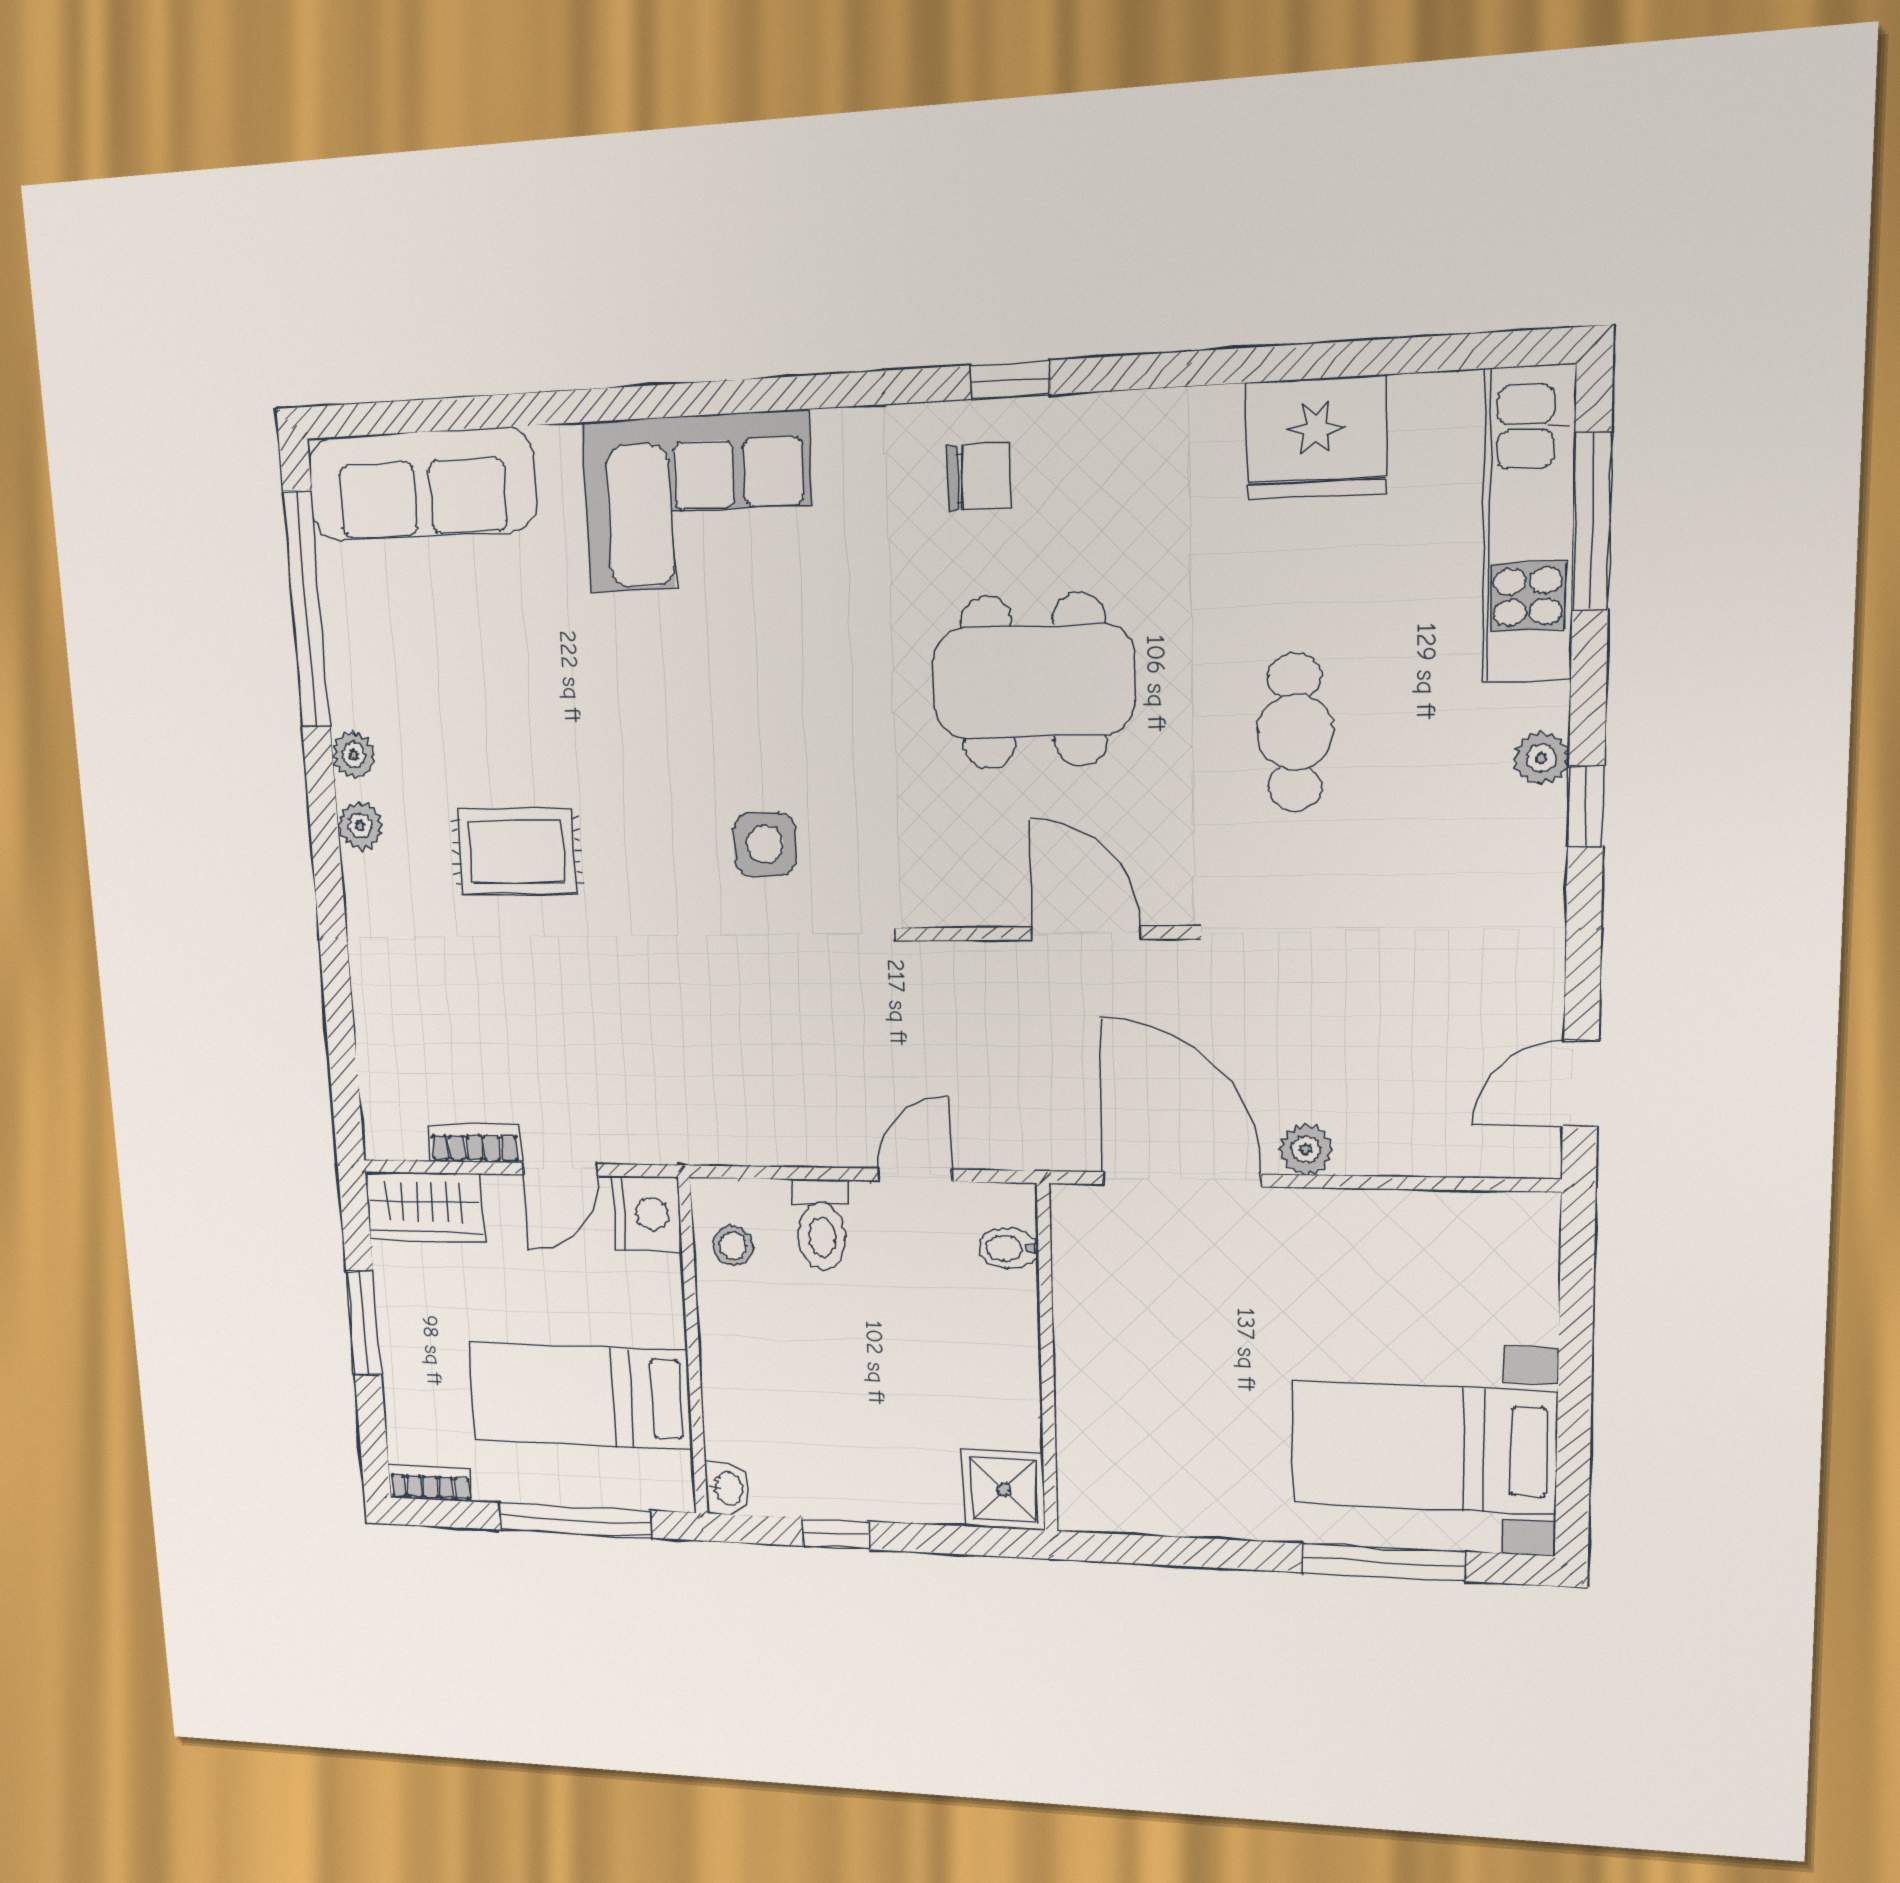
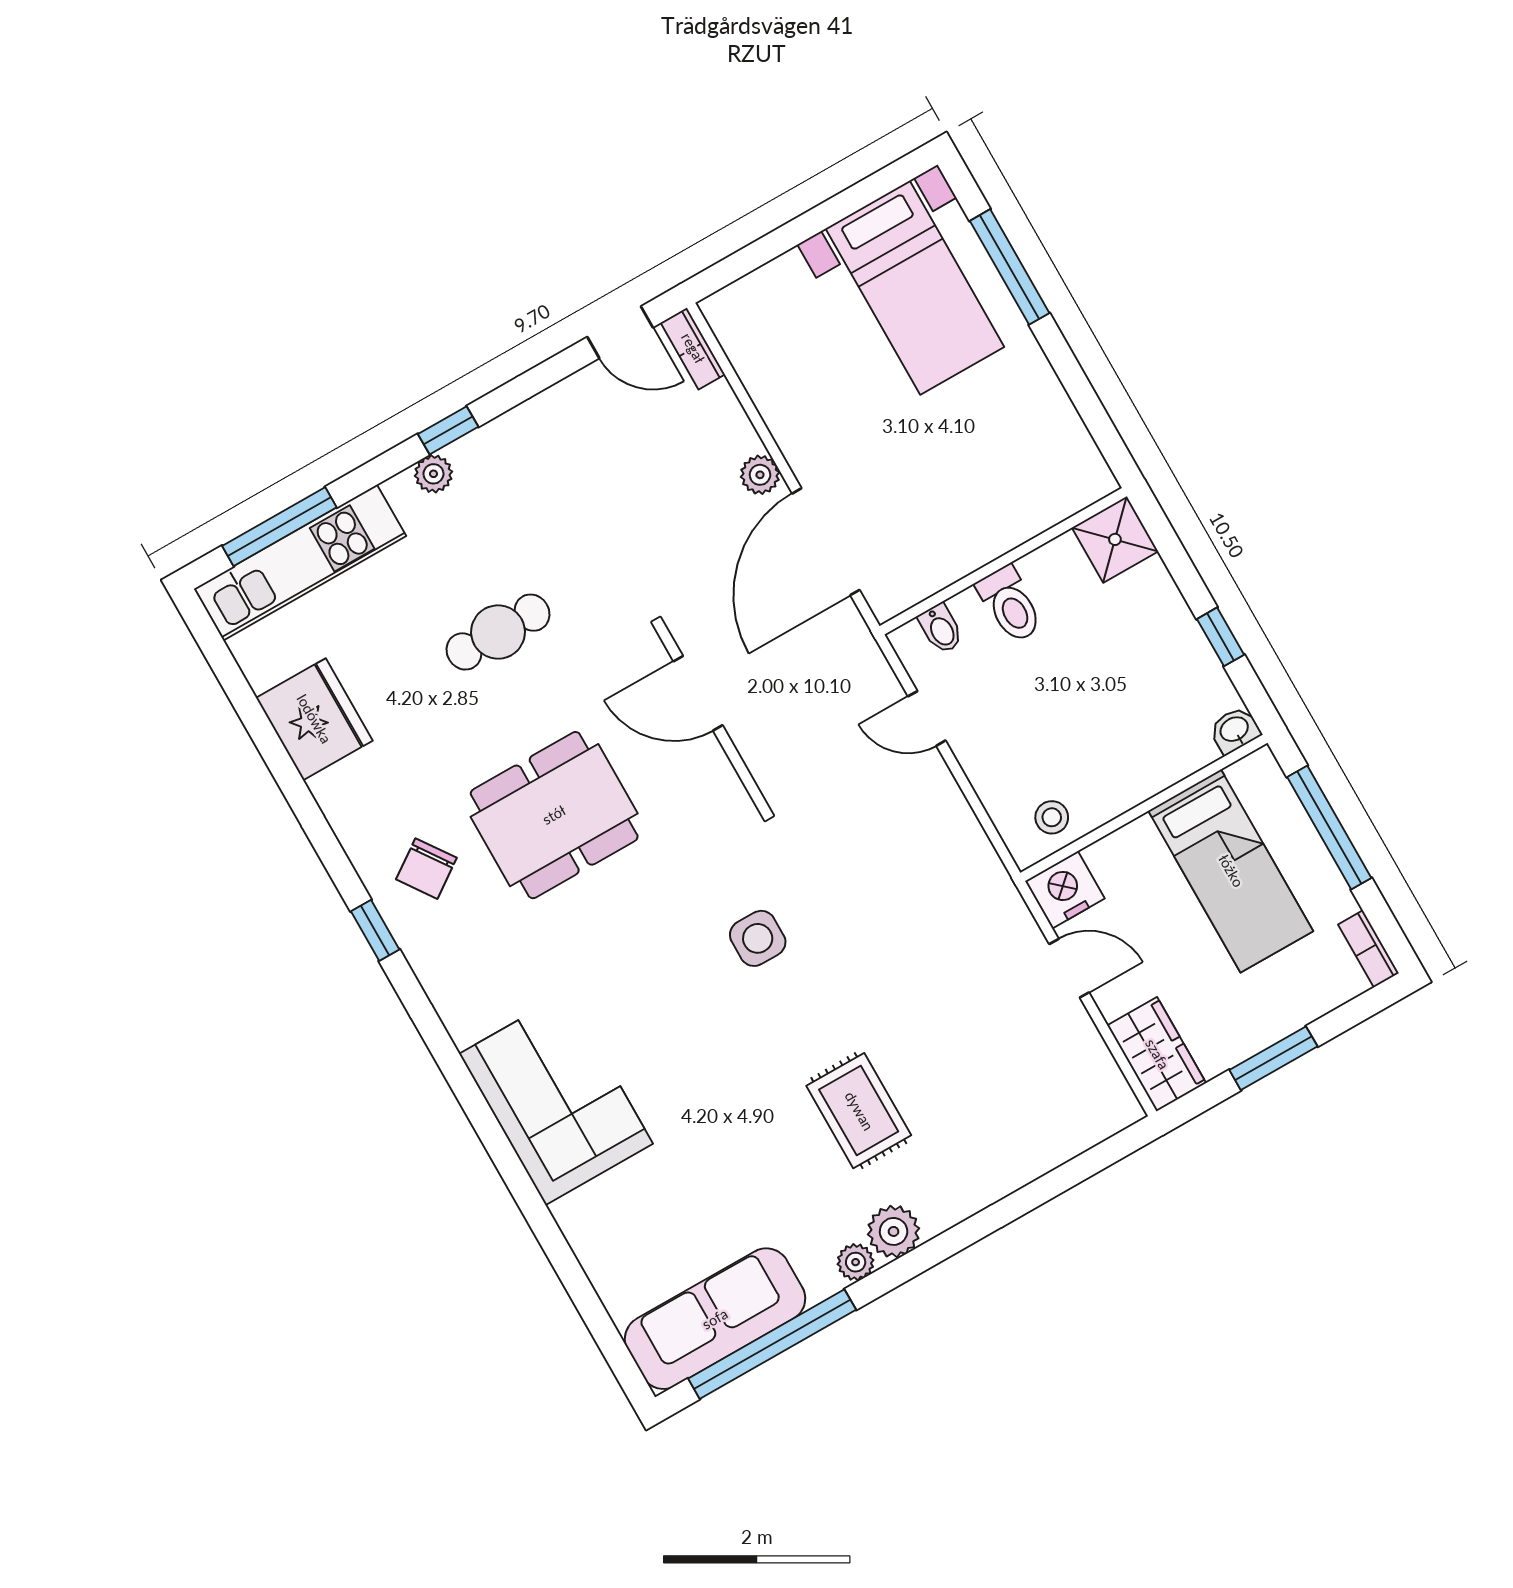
chair: (979, 477) -> (426, 869), moved, turned -125
sofa: (422, 485) -> (715, 1319), moved, turned -90
dining table: (1034, 681) -> (554, 815), turned 90
plant: (360, 825) -> (894, 1231), width x1.38, depth x1.38
door: (1086, 933) -> (698, 693), hinge flipped
bookcase: (474, 1143) -> (693, 348), moved
toilet: (821, 1225) -> (1010, 604), moved, turned 90

